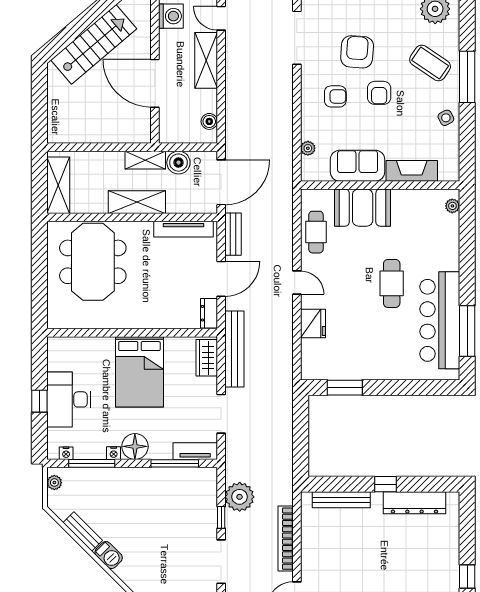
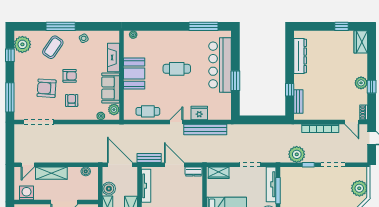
plant: (319, 172) -> (114, 110), added
booth: (363, 208) -> (134, 74), moved
bar counter: (440, 320) -> (220, 65), moved, turned 90
bench: (234, 349) -> (205, 130), moved
window: (345, 388) -> (235, 81), moved
tv unit: (195, 451) -> (271, 184), width x1.41
window: (385, 484) -> (290, 90), moved
bench: (341, 500) -> (298, 101), width x0.73

